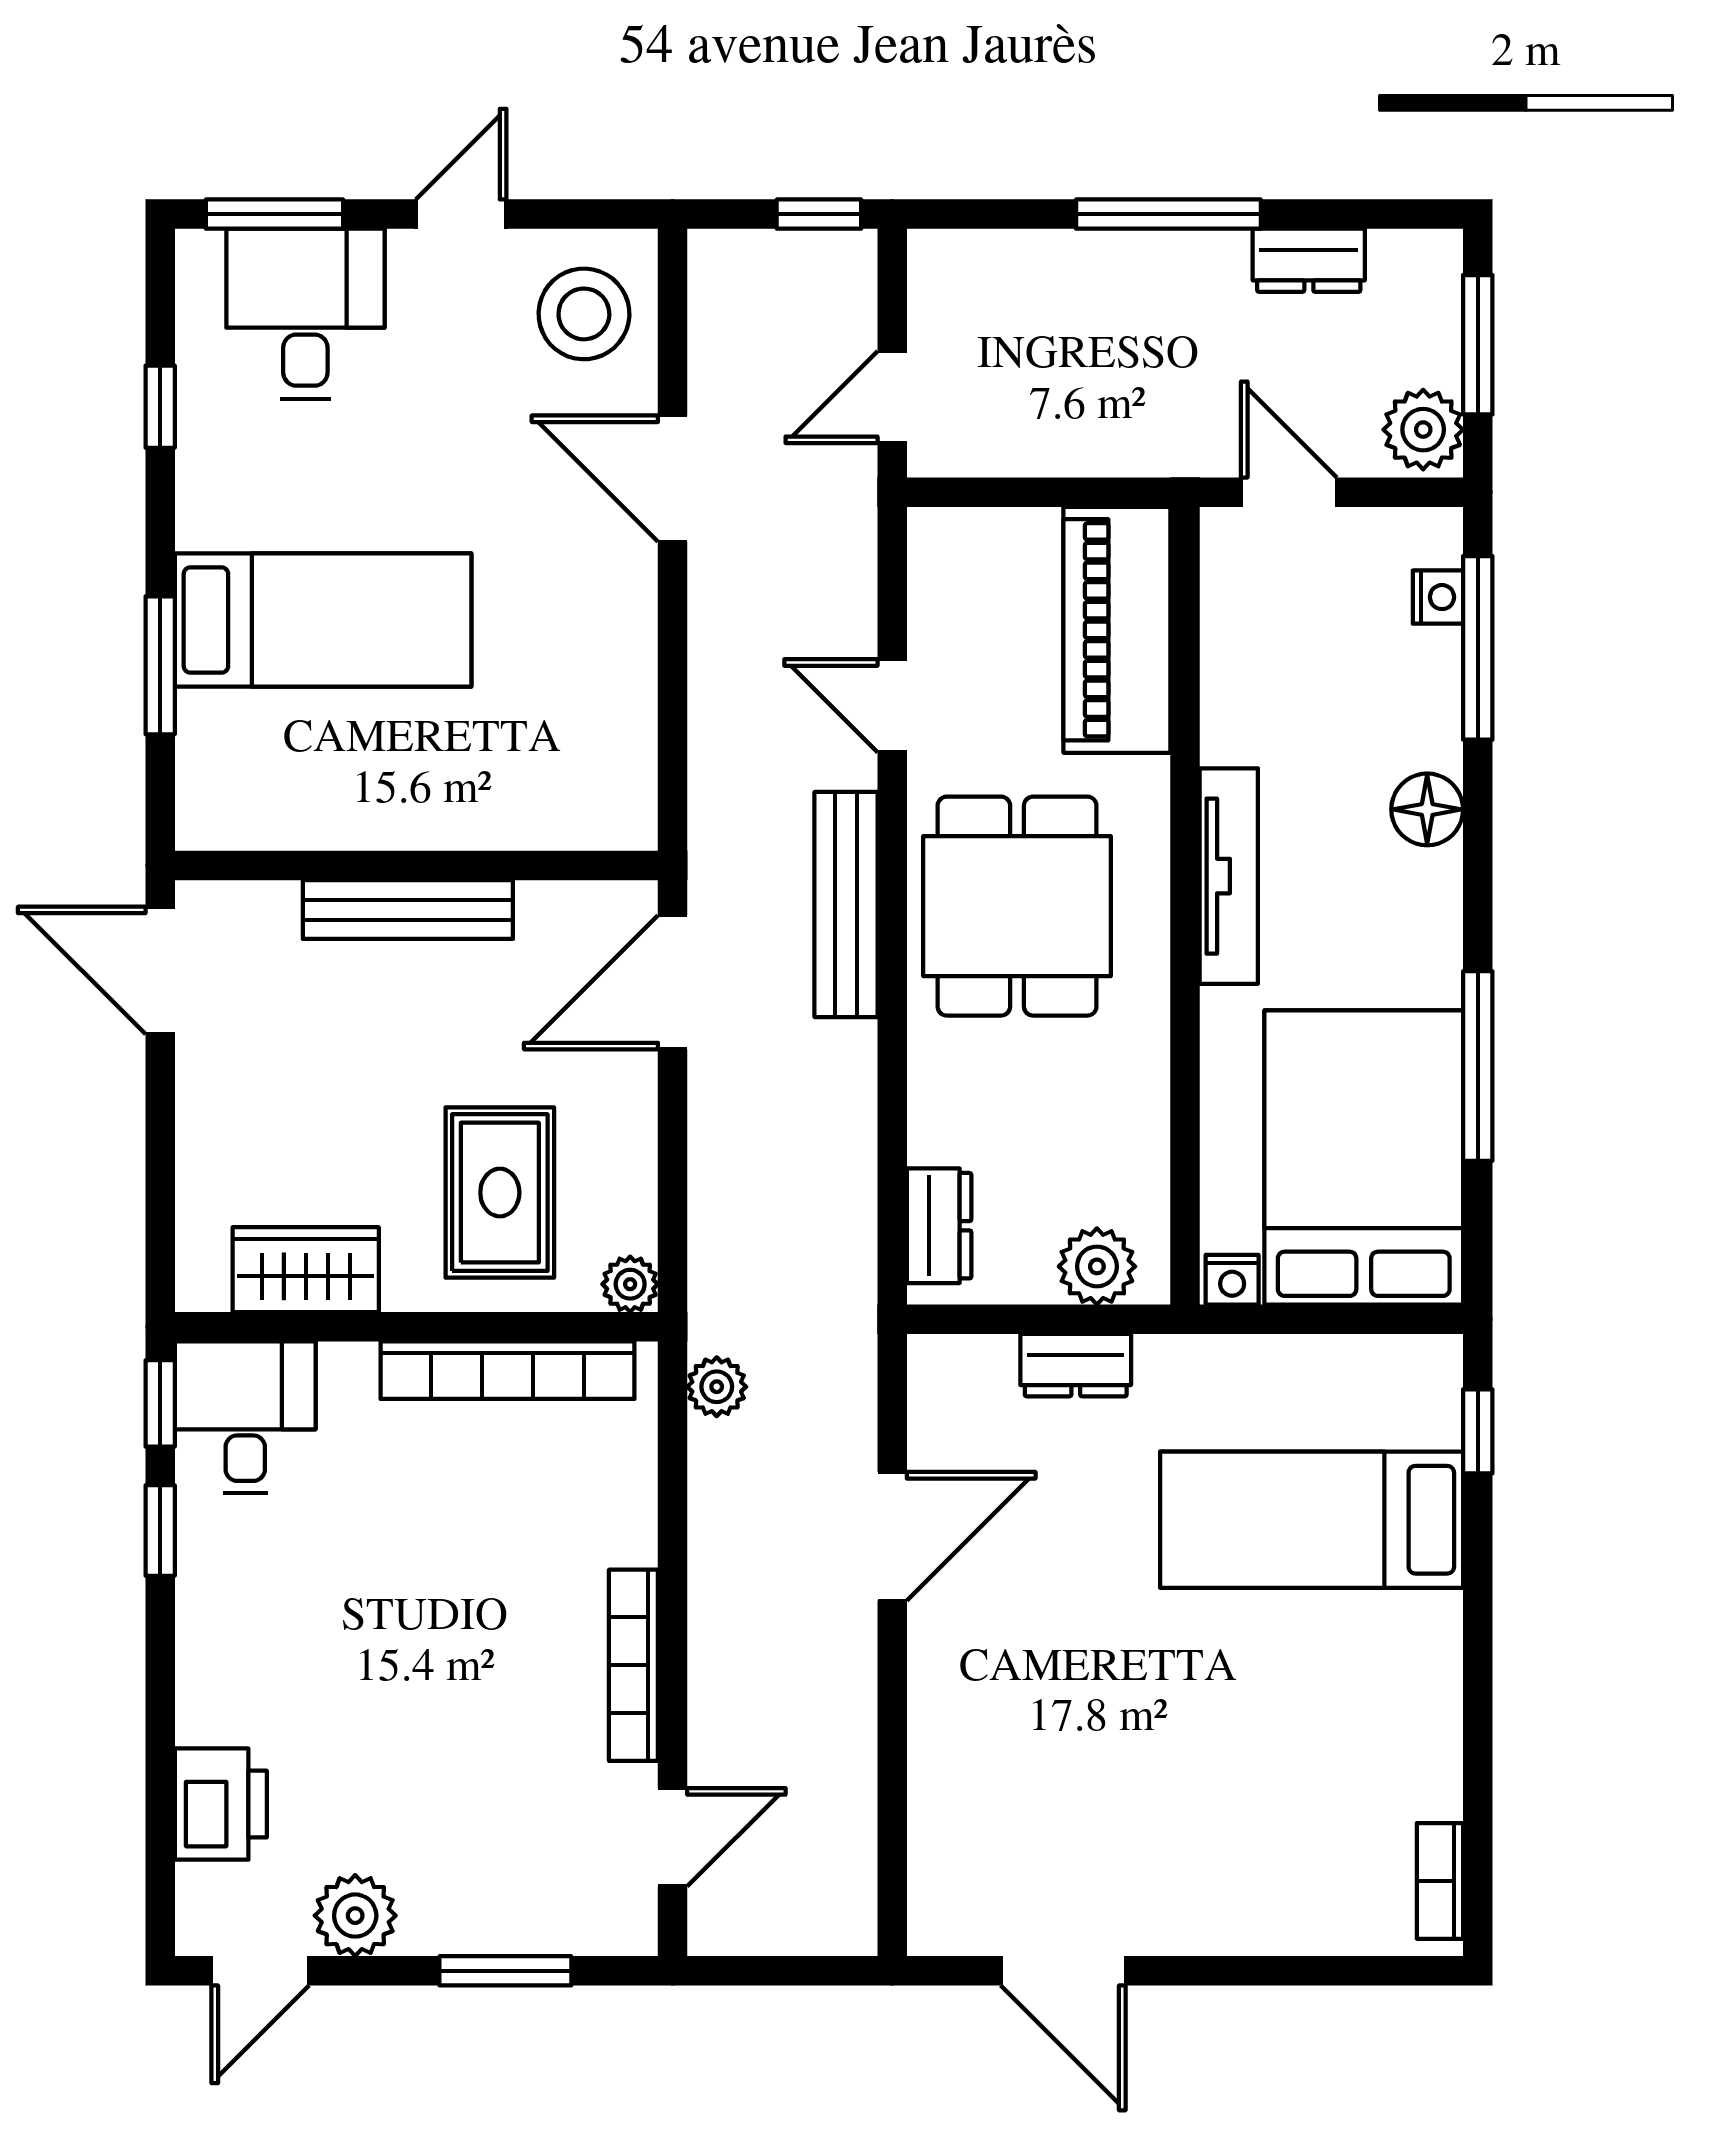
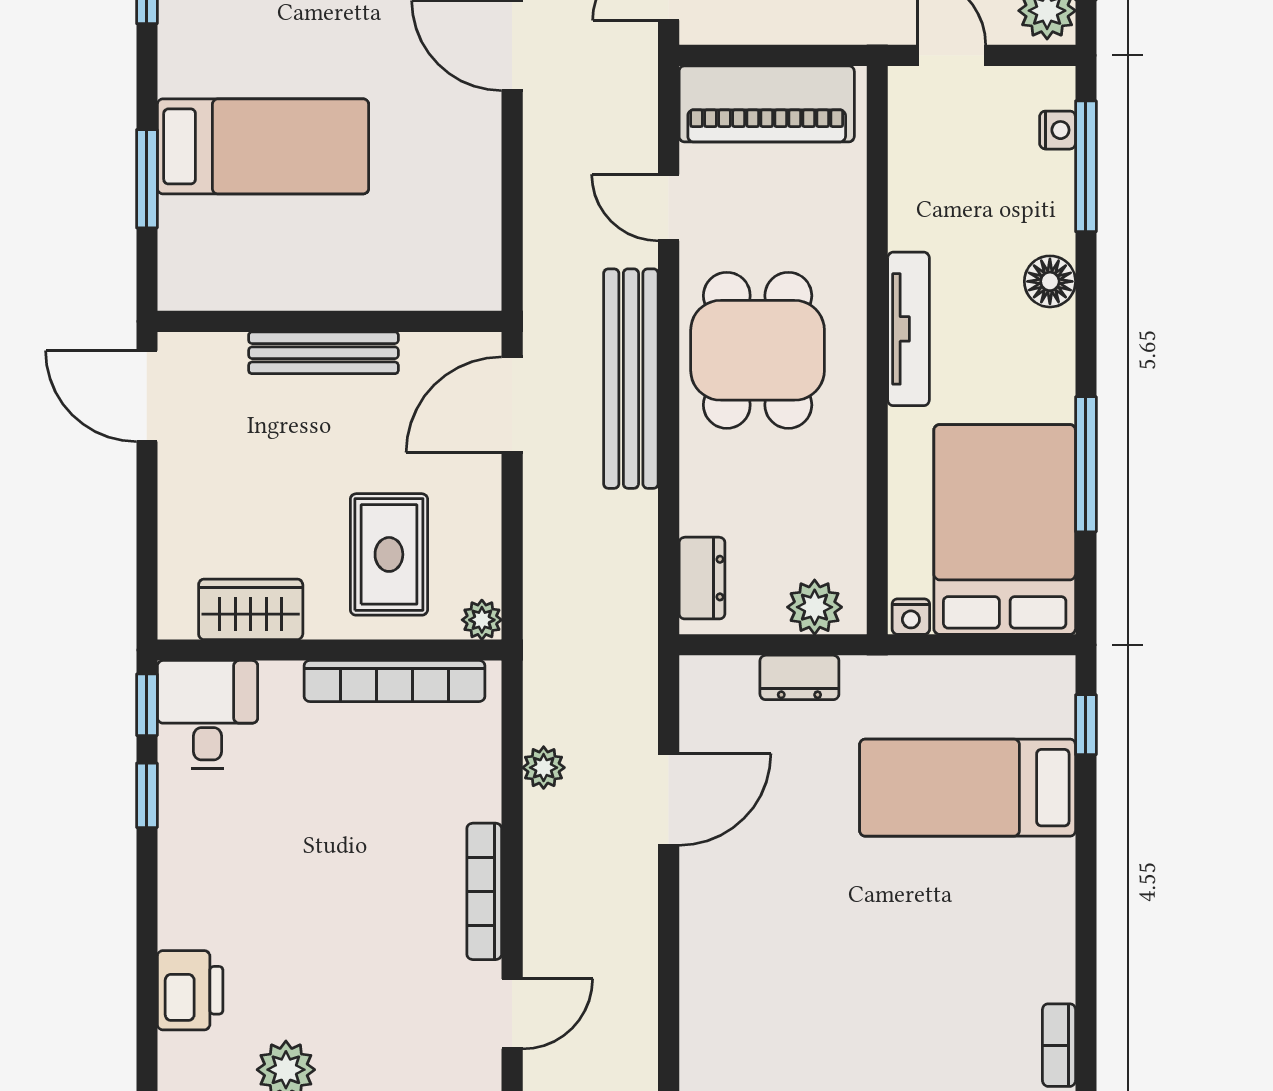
piano: (1117, 630) -> (767, 104), moved, turned -90
bench: (846, 905) -> (631, 379), width x1.37, depth x1.21
plant: (717, 1387) -> (544, 768), moved

